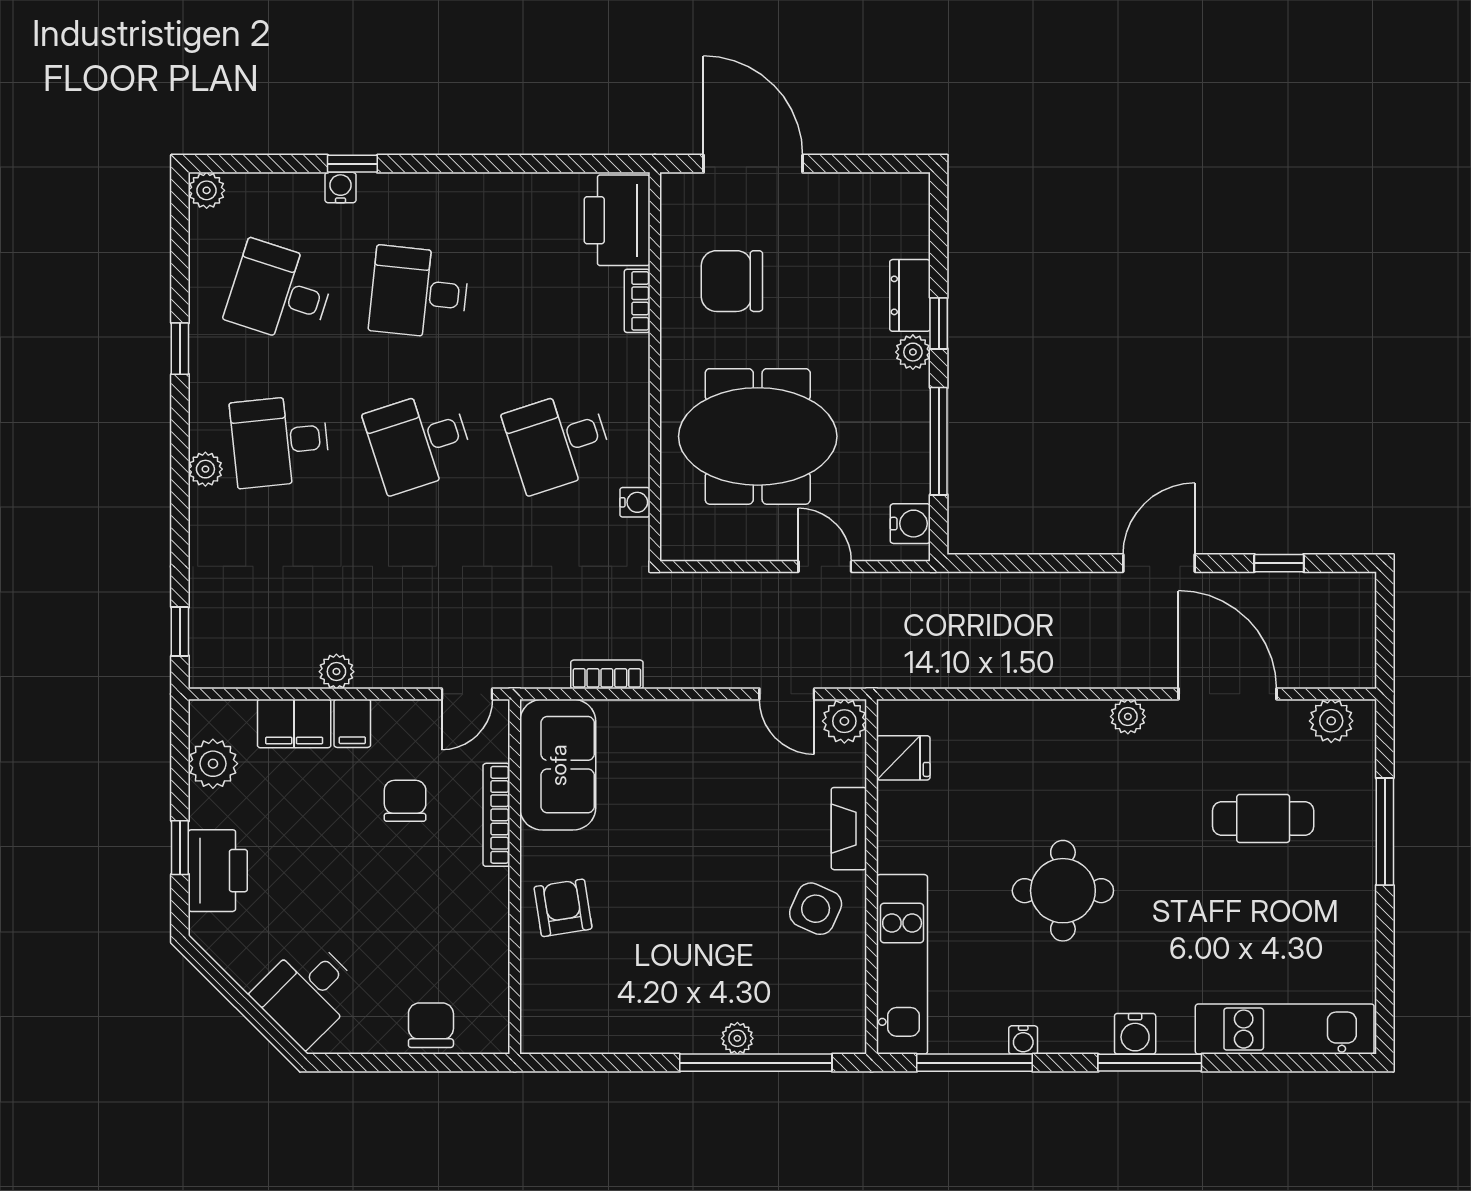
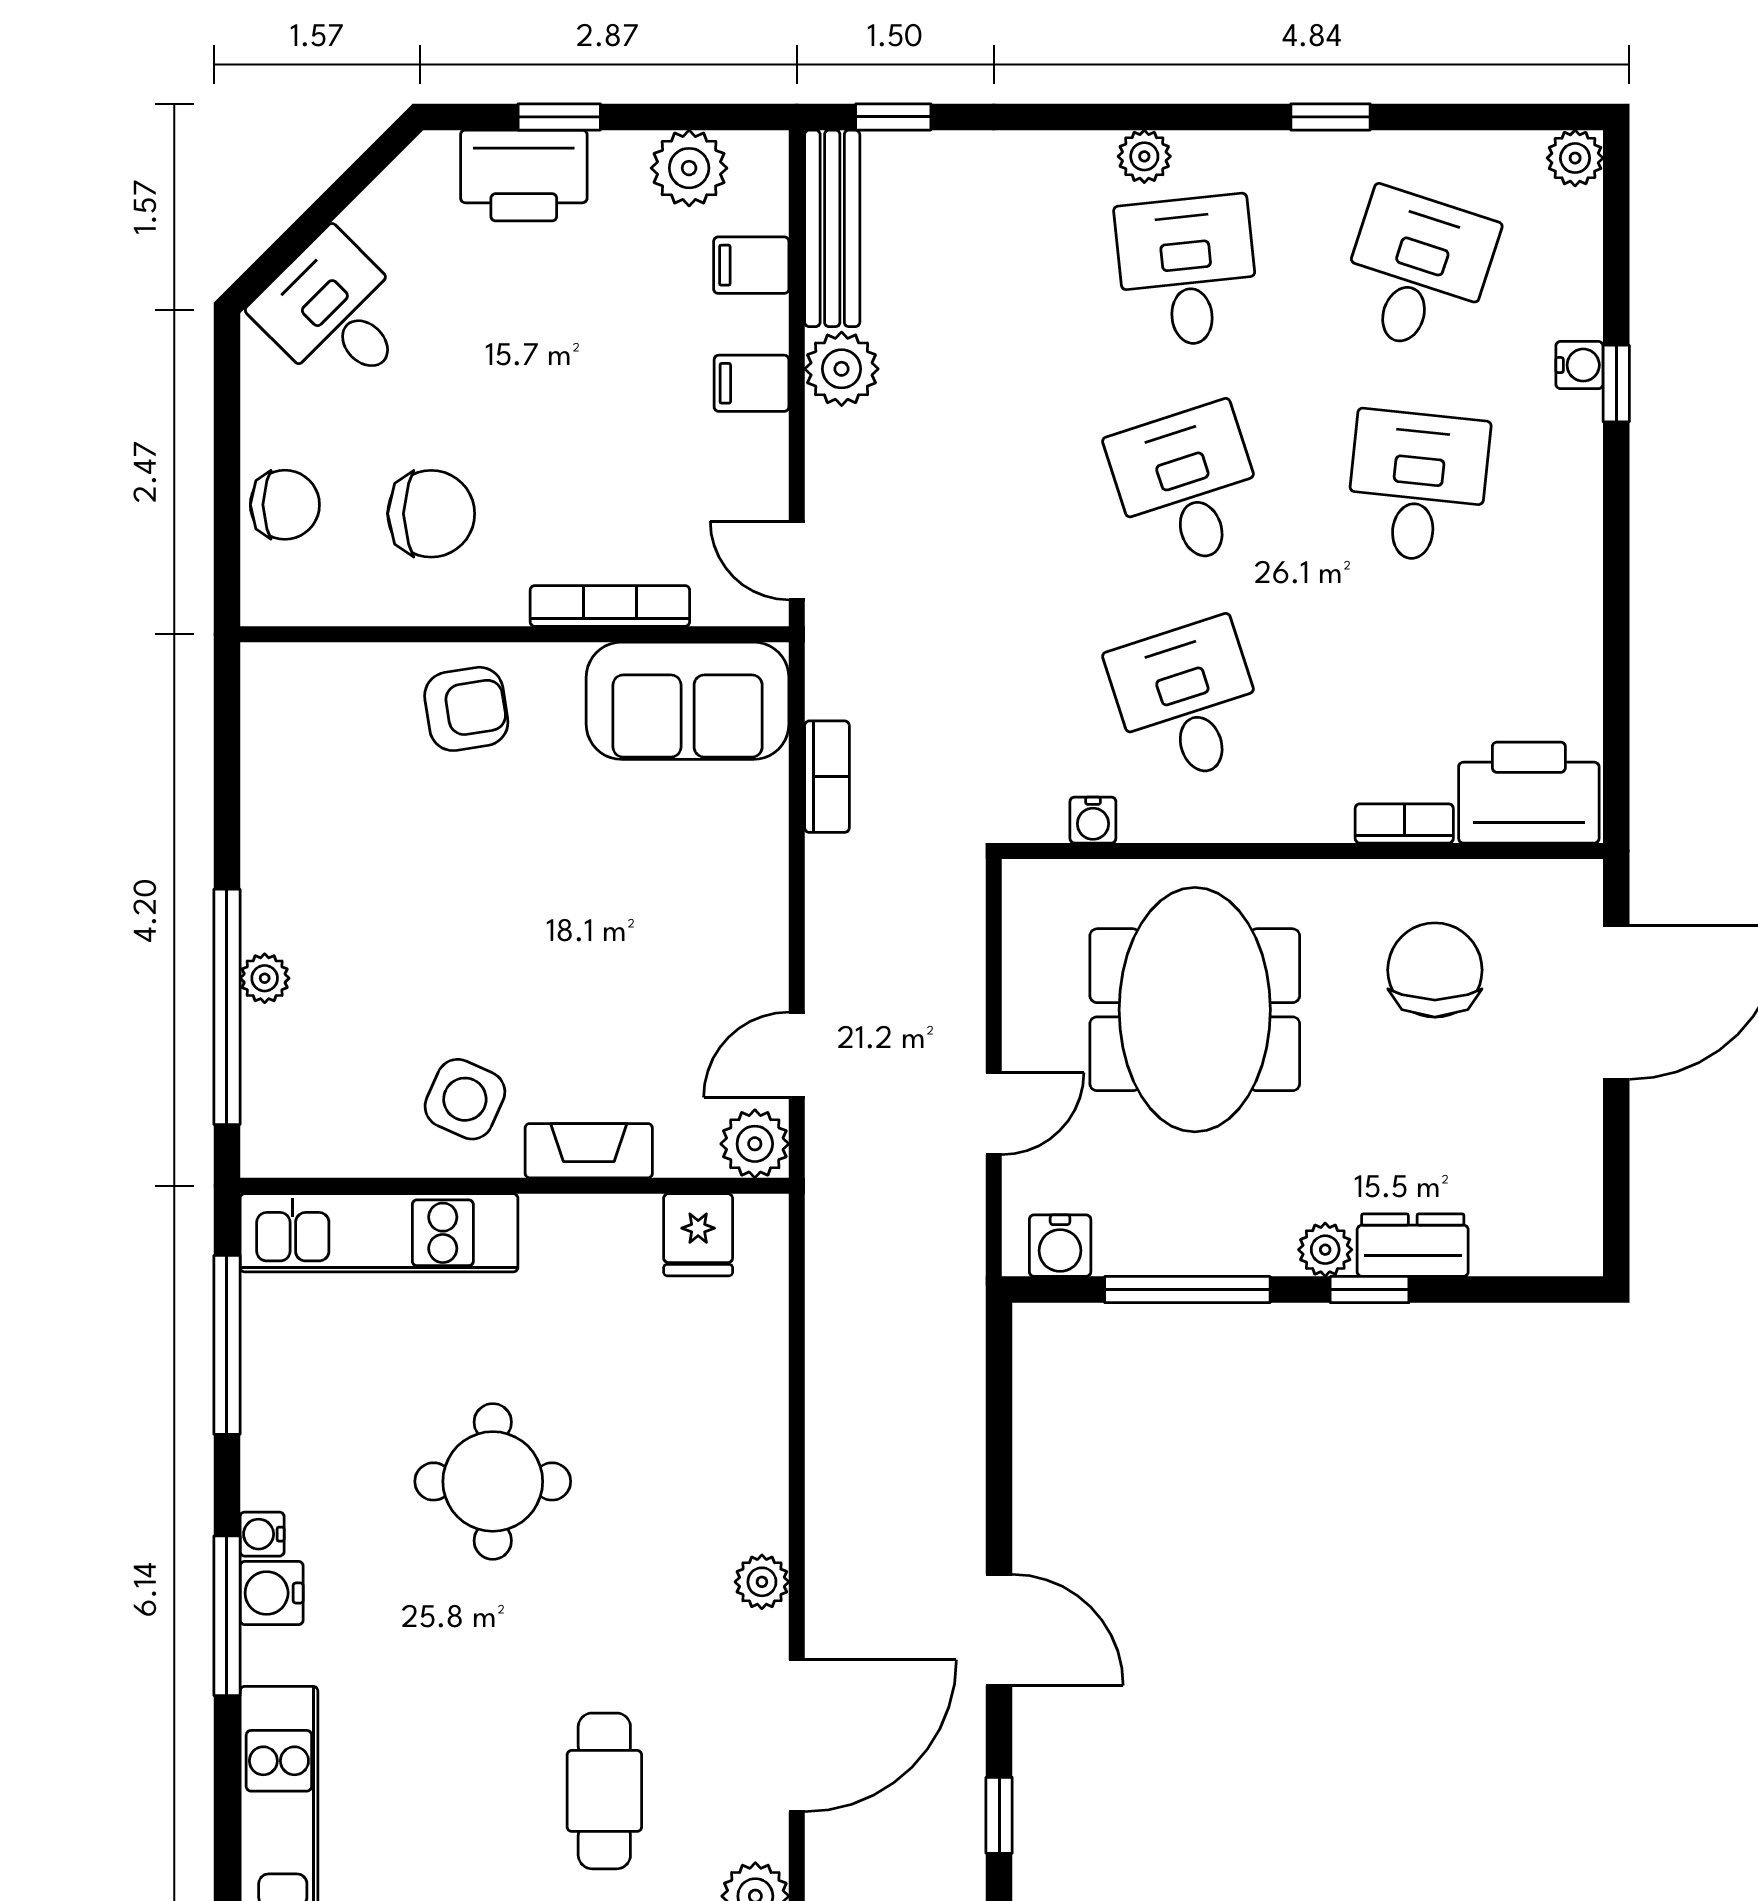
bench: (252, 671) -> (832, 228), added
plant: (336, 672) -> (842, 369), width x1.38, depth x1.38
filing cabinet: (294, 723) -> (751, 265), width x0.50
chair: (405, 801) -> (431, 514), moved, width x1.37, depth x1.37
water cooler: (1023, 1040) -> (262, 1534), moved

